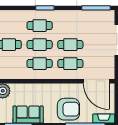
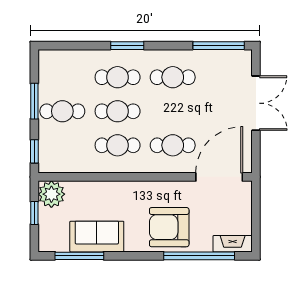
cafe table: (70, 45) -> (173, 77), moved
door: (96, 81) -> (219, 177), swing flipped
armchair: (68, 109) -> (169, 227), turned 180

